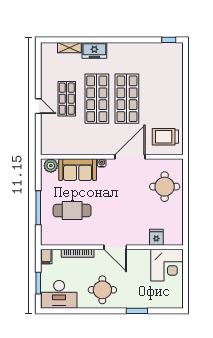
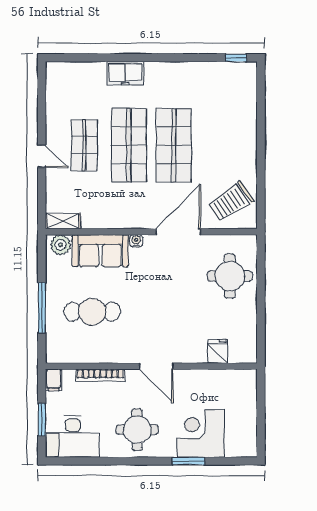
shelving: (69, 48) -> (63, 221), moved
trolley: (165, 137) -> (231, 202), turned -34
corner desk: (167, 265) -> (201, 433), moved, turned 180

